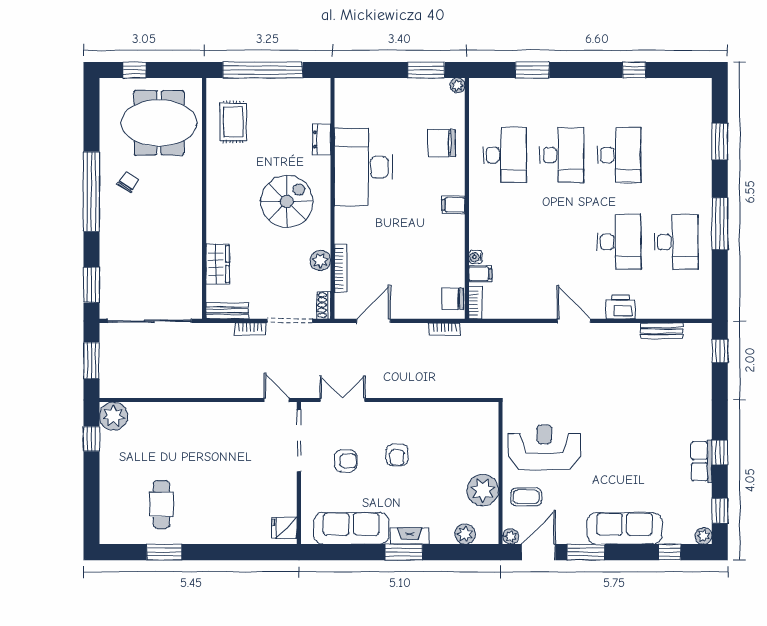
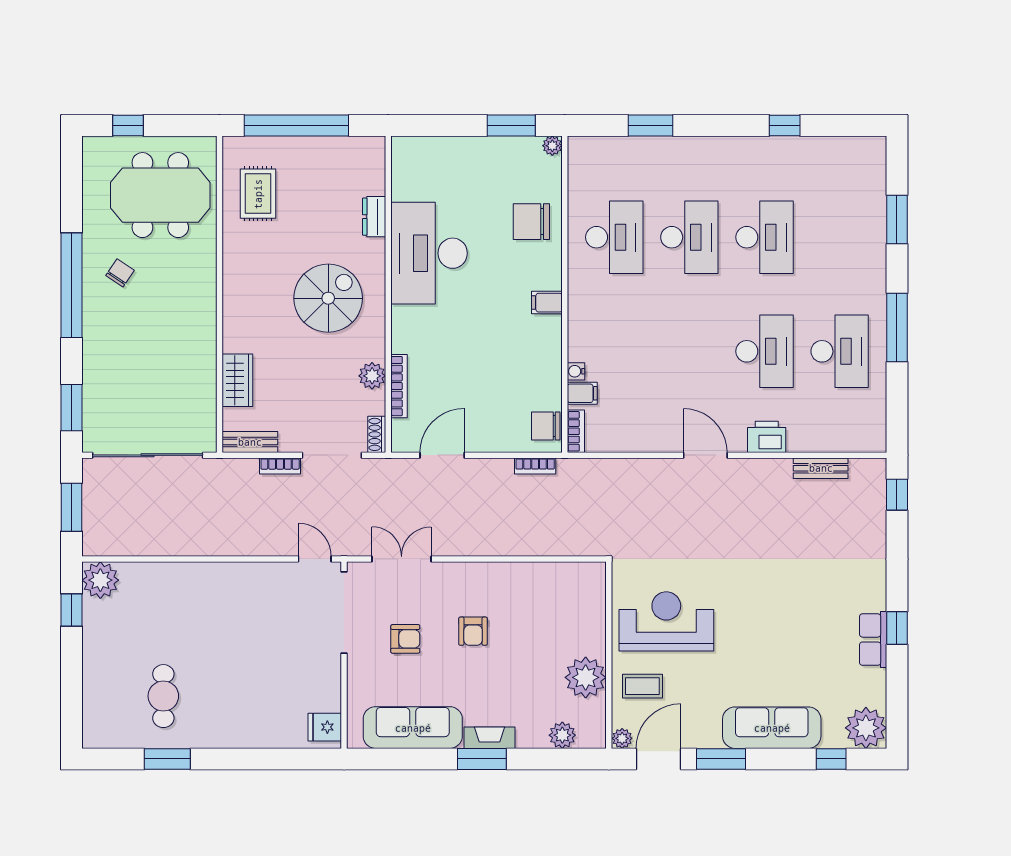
window: (720, 511) -> (897, 704), removed
plant: (704, 536) -> (866, 728), width x1.87, depth x1.87

